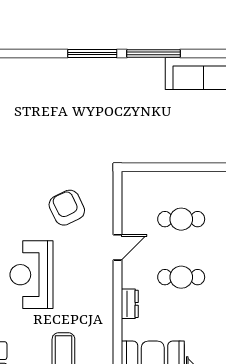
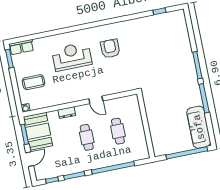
armchair: (67, 208) -> (110, 49), moved, turned -64

